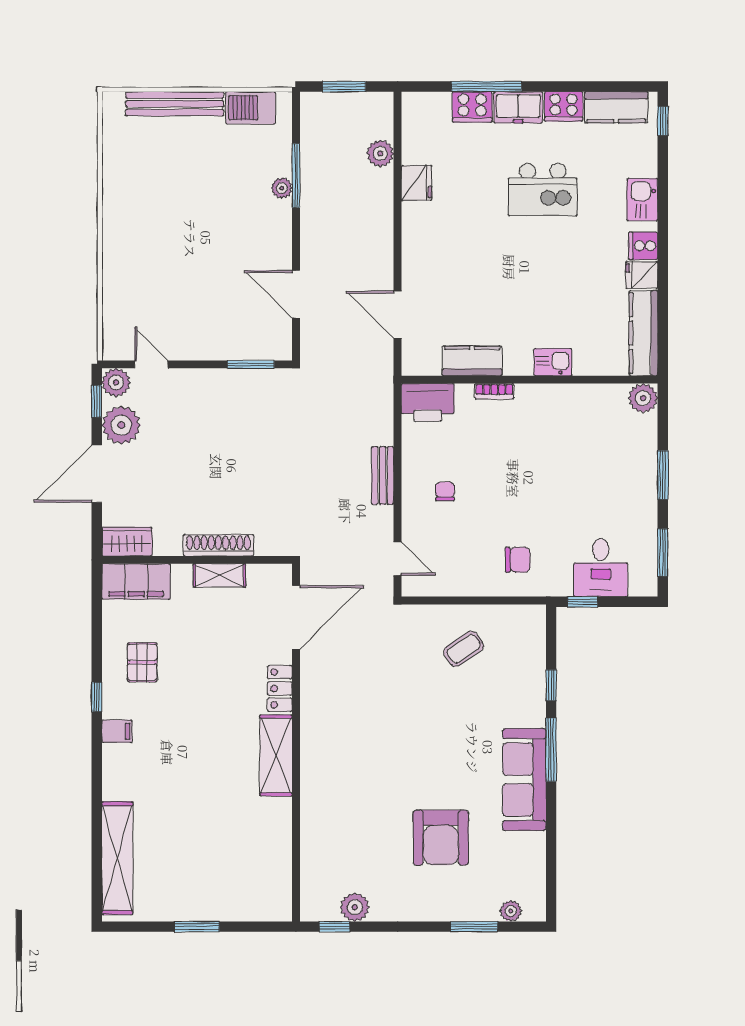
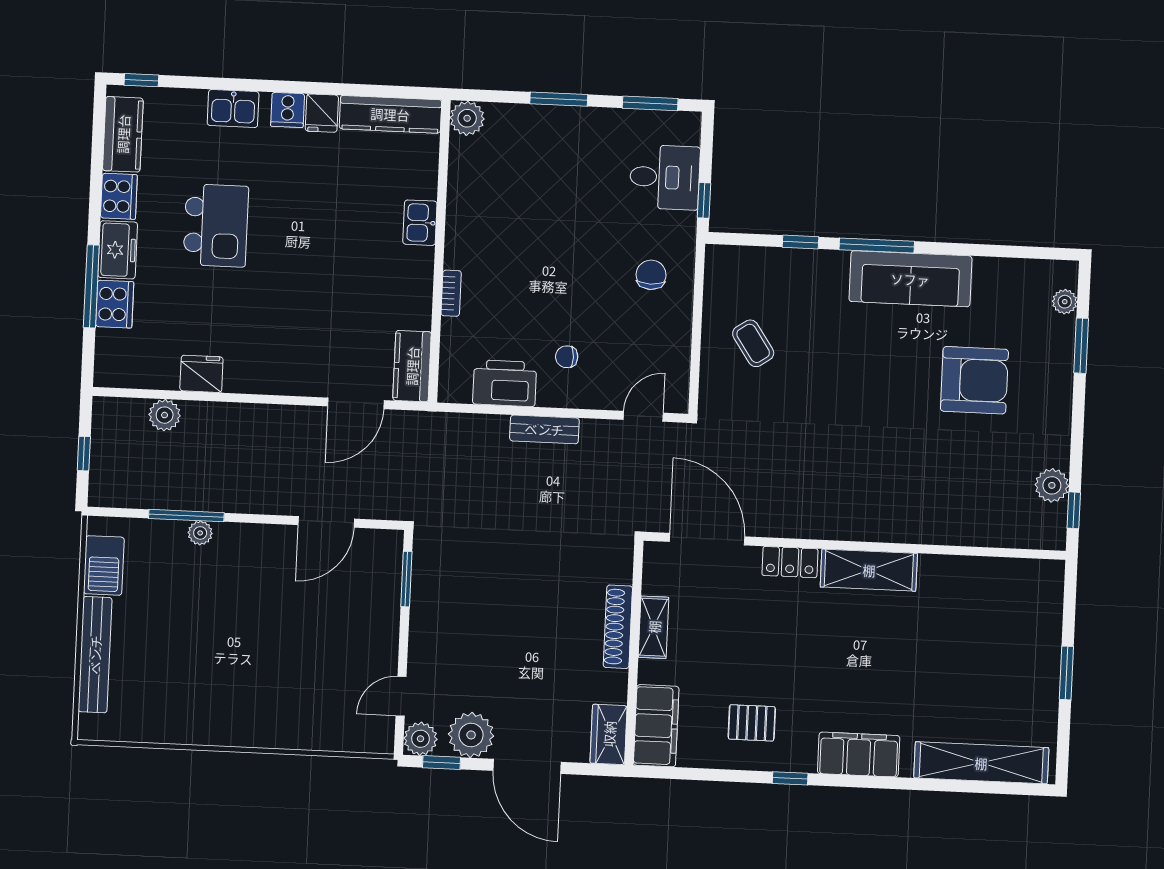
window: (344, 86) -> (84, 454), width x0.67
kitchen counter: (472, 361) -> (412, 366), moved
printer: (428, 402) -> (505, 383), moved, turned -90
filing cabinet: (117, 731) -> (859, 755), width x3.00, depth x1.17

